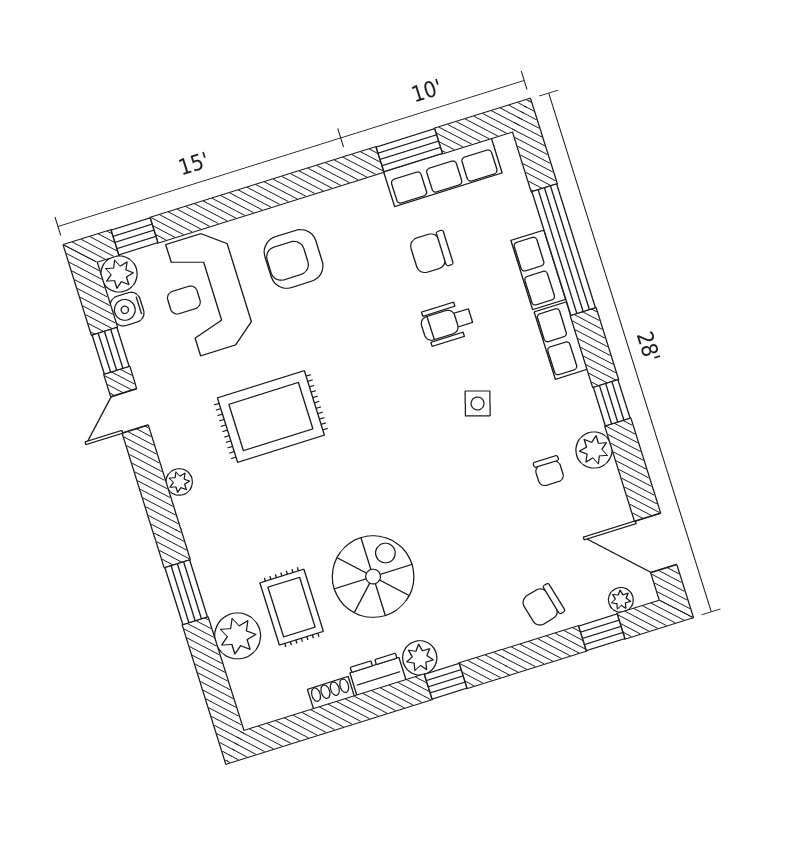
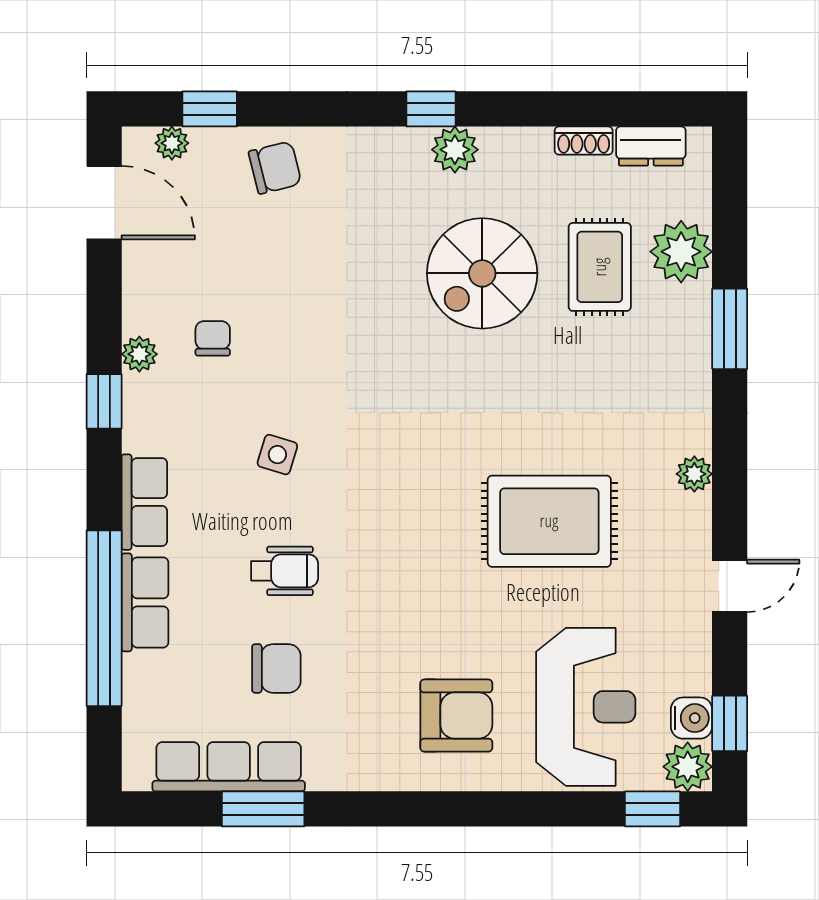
window: (111, 351) -> (730, 723), moved
plant: (594, 450) -> (139, 354), width x0.73, depth x0.73
dresser: (377, 674) -> (651, 146), moved

